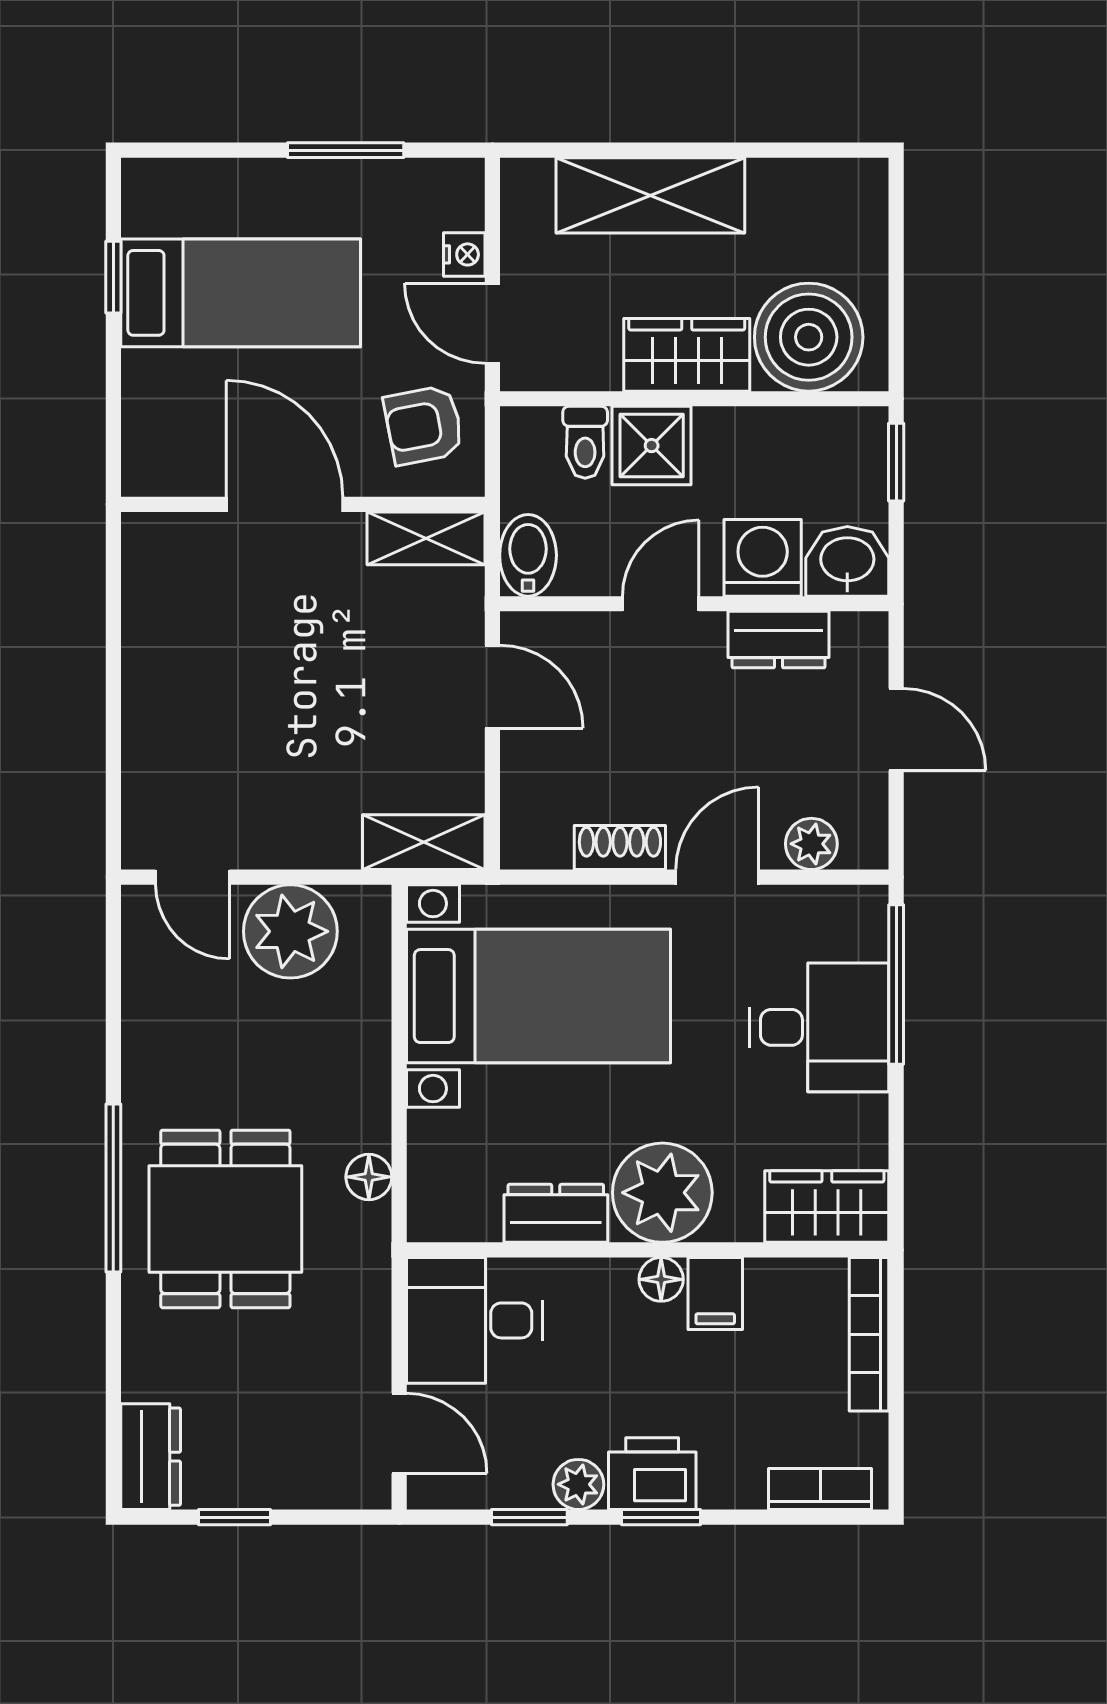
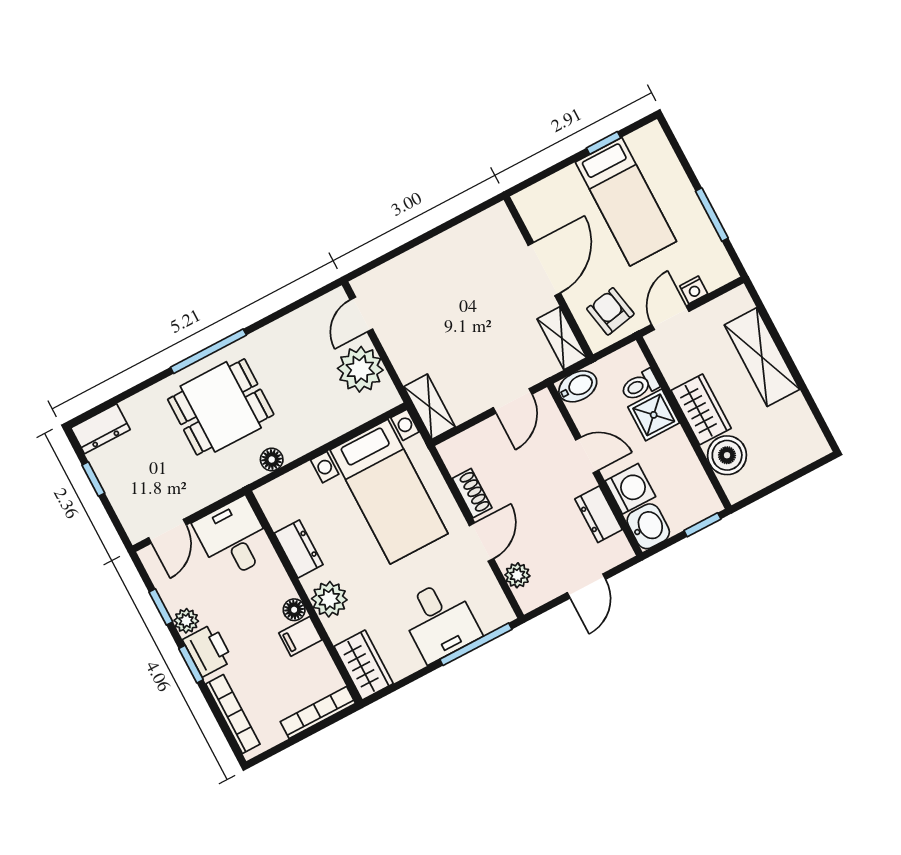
boiler: (809, 337) -> (727, 455), width x0.73, depth x0.73
door: (717, 877) -> (481, 542), hinge flipped
plant: (662, 1193) -> (329, 599), width x0.73, depth x0.73
bookcase: (820, 1489) -> (233, 714), width x1.56

